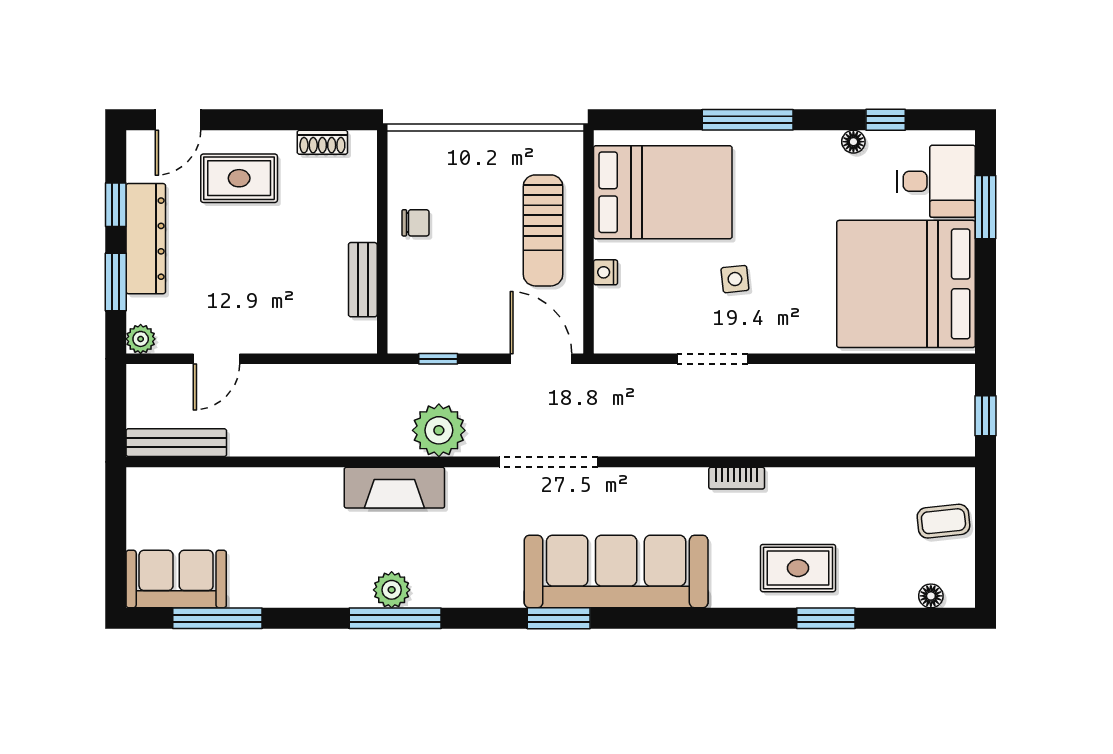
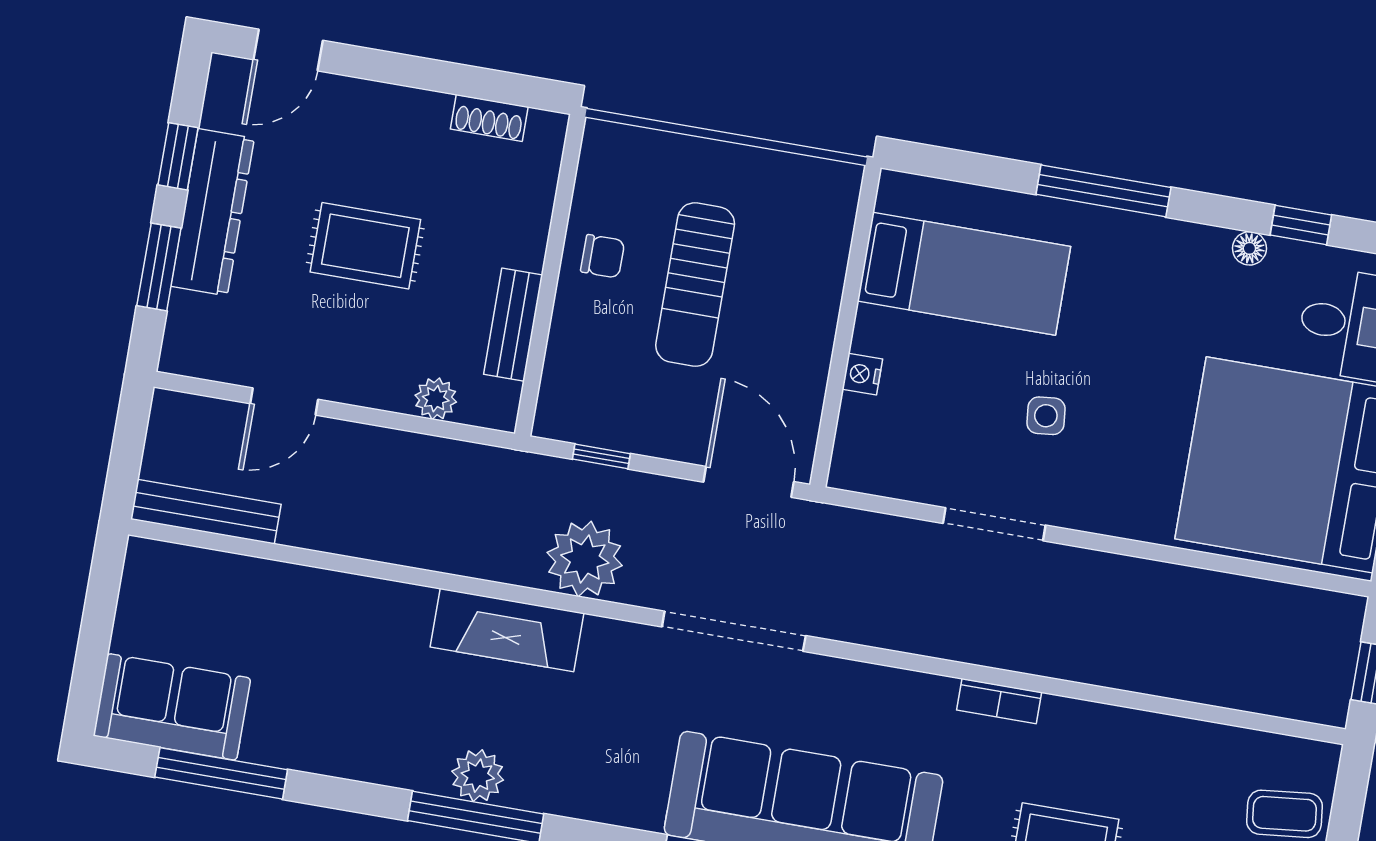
rug: (239, 178) -> (365, 246), moved
bed: (663, 192) -> (964, 274), width x0.67
sun lounger: (543, 230) -> (695, 285), moved
plant: (141, 339) -> (436, 399), moved

